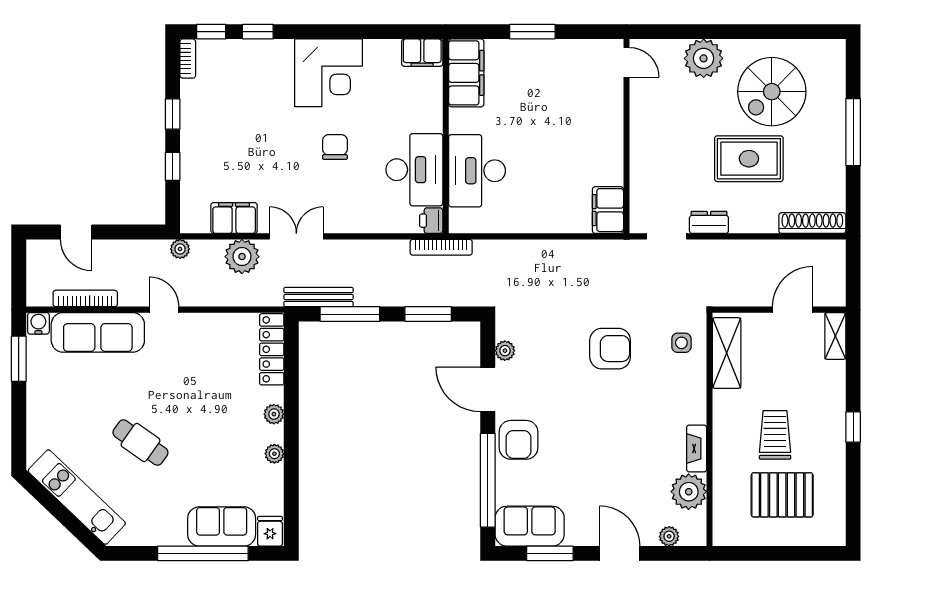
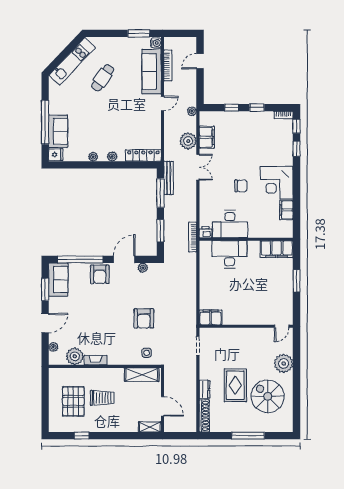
filing cabinet: (422, 53) -> (286, 210), moved
dresser: (709, 222) -> (205, 389), moved
window: (853, 427) -> (82, 436), moved
armchair: (518, 440) -> (100, 274), turned -90
cafe table: (140, 442) -> (103, 78), moved

